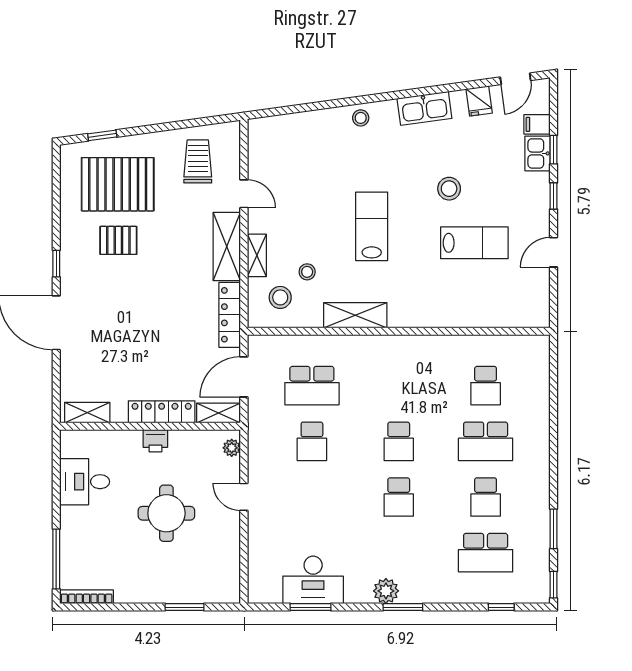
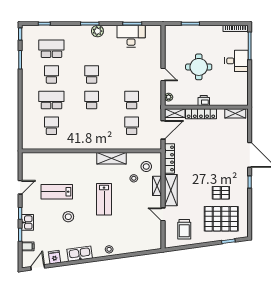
kitchen sink: (538, 153) -> (27, 222), moved
school desk: (312, 386) -> (132, 126), width x0.54
desk: (85, 482) -> (236, 61), moved

